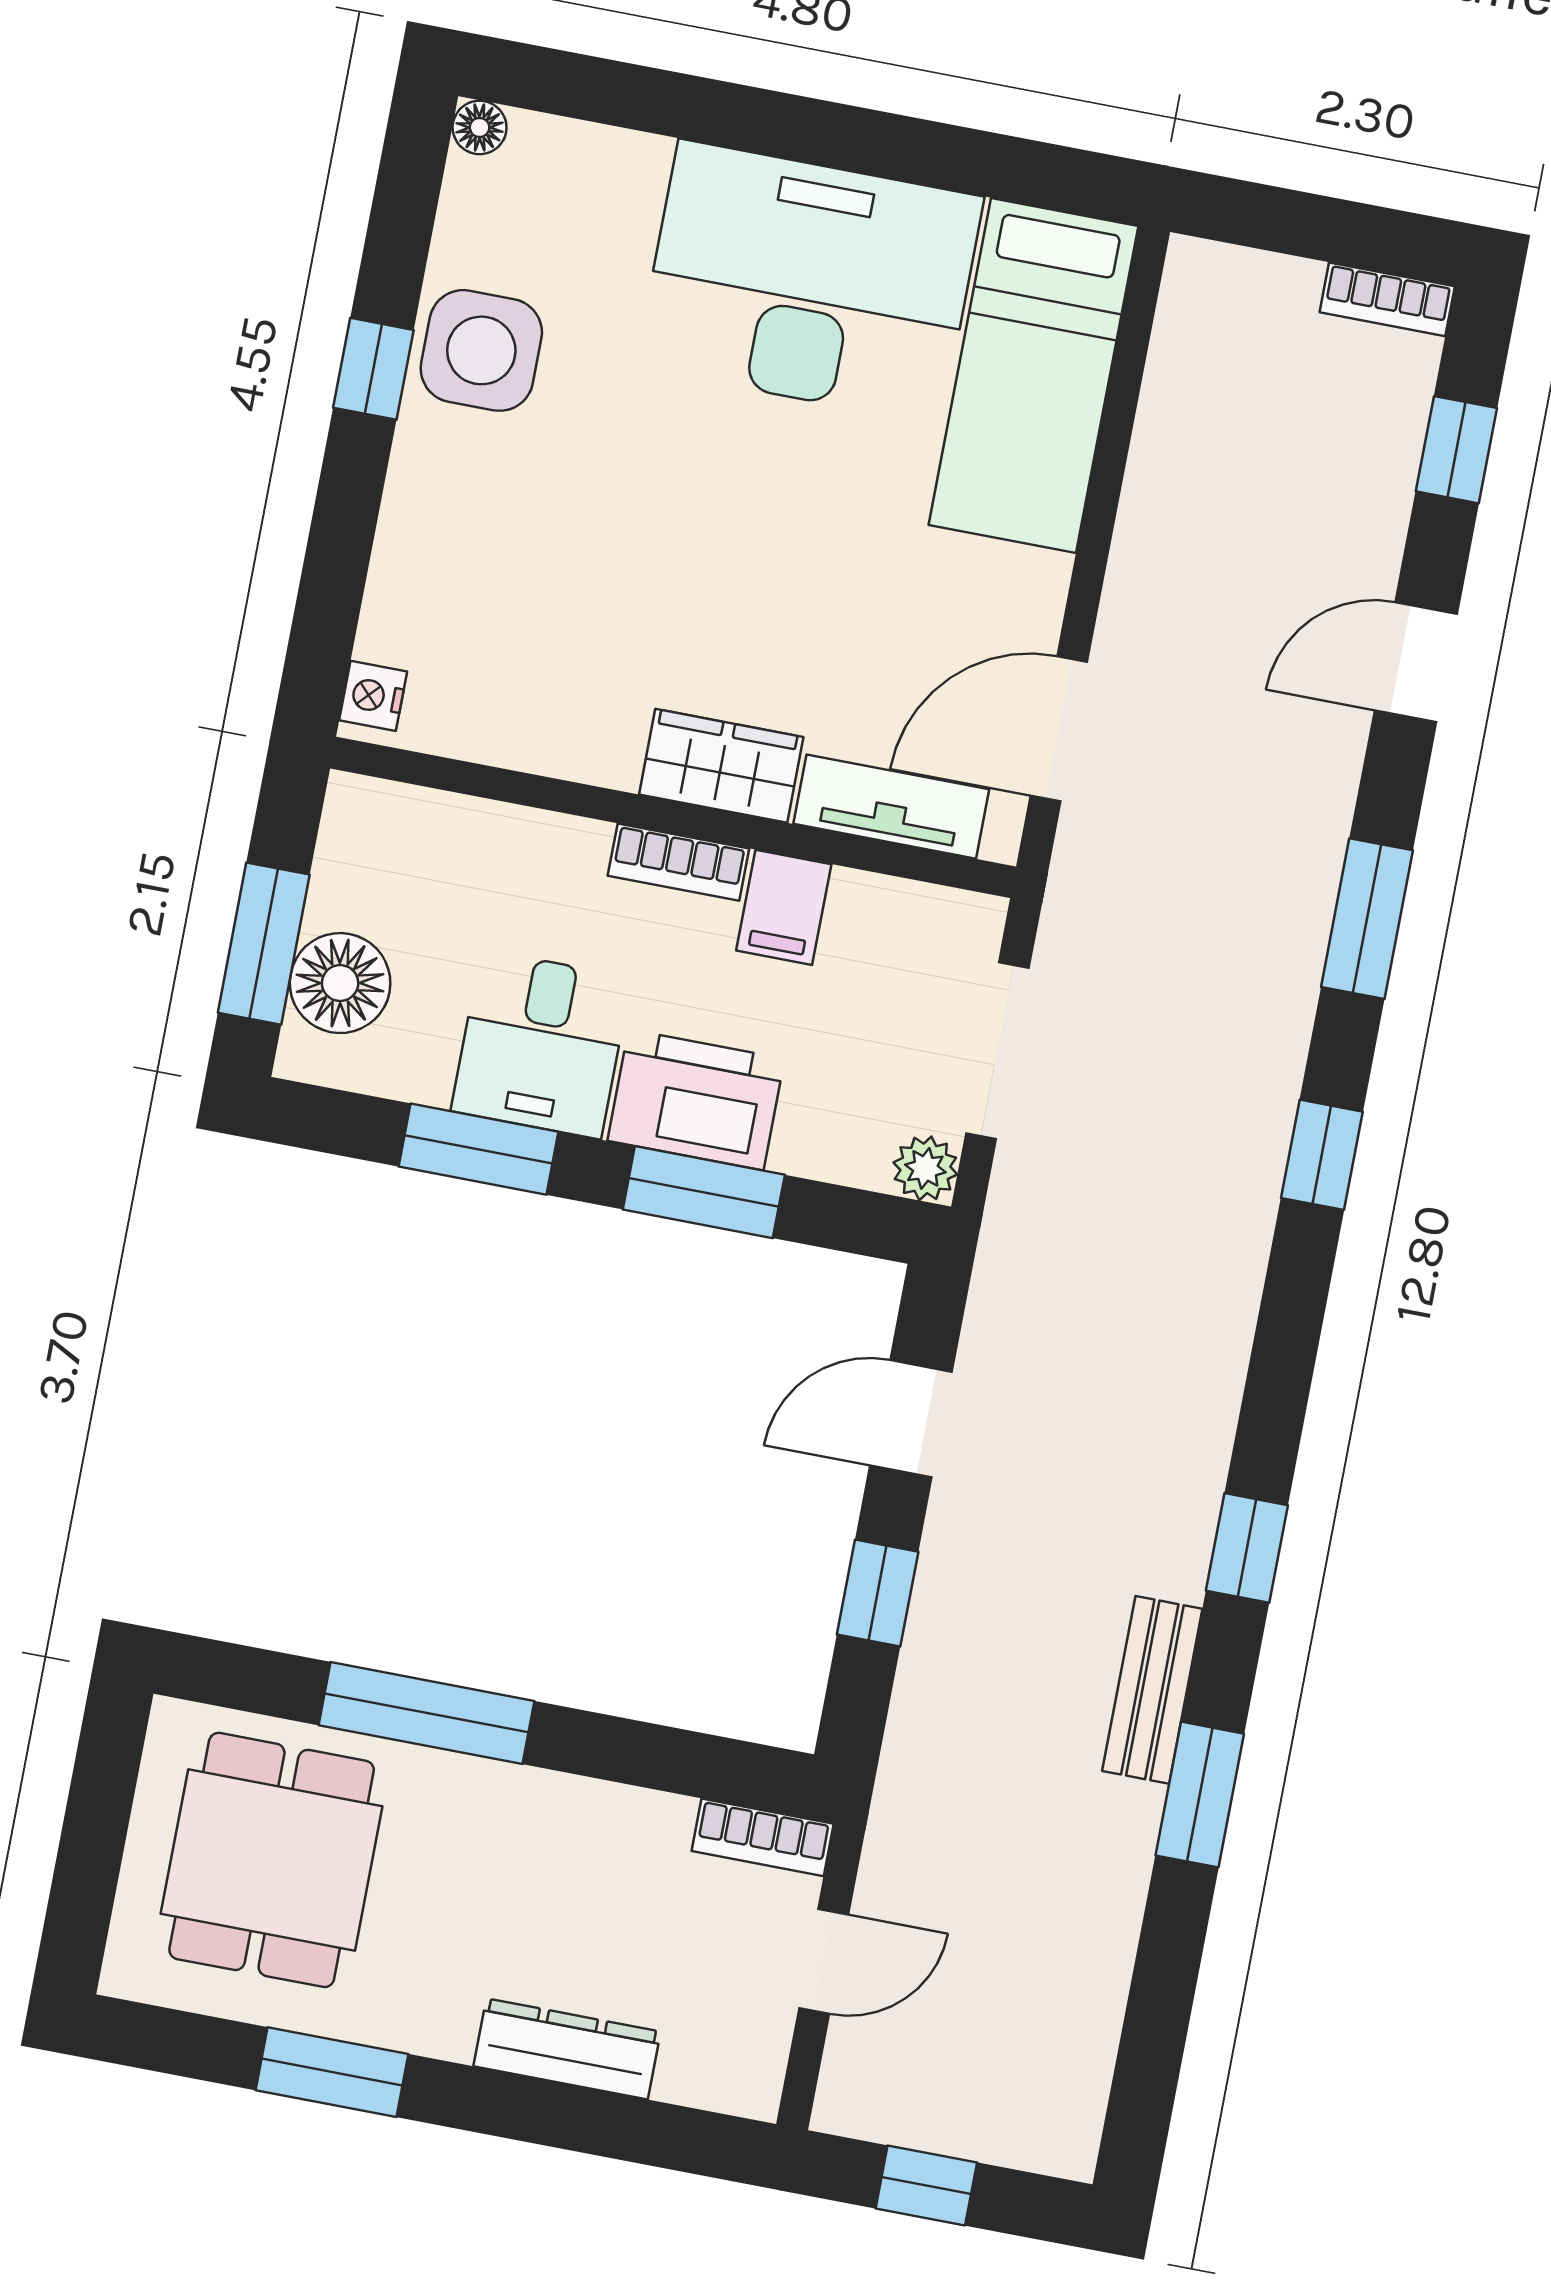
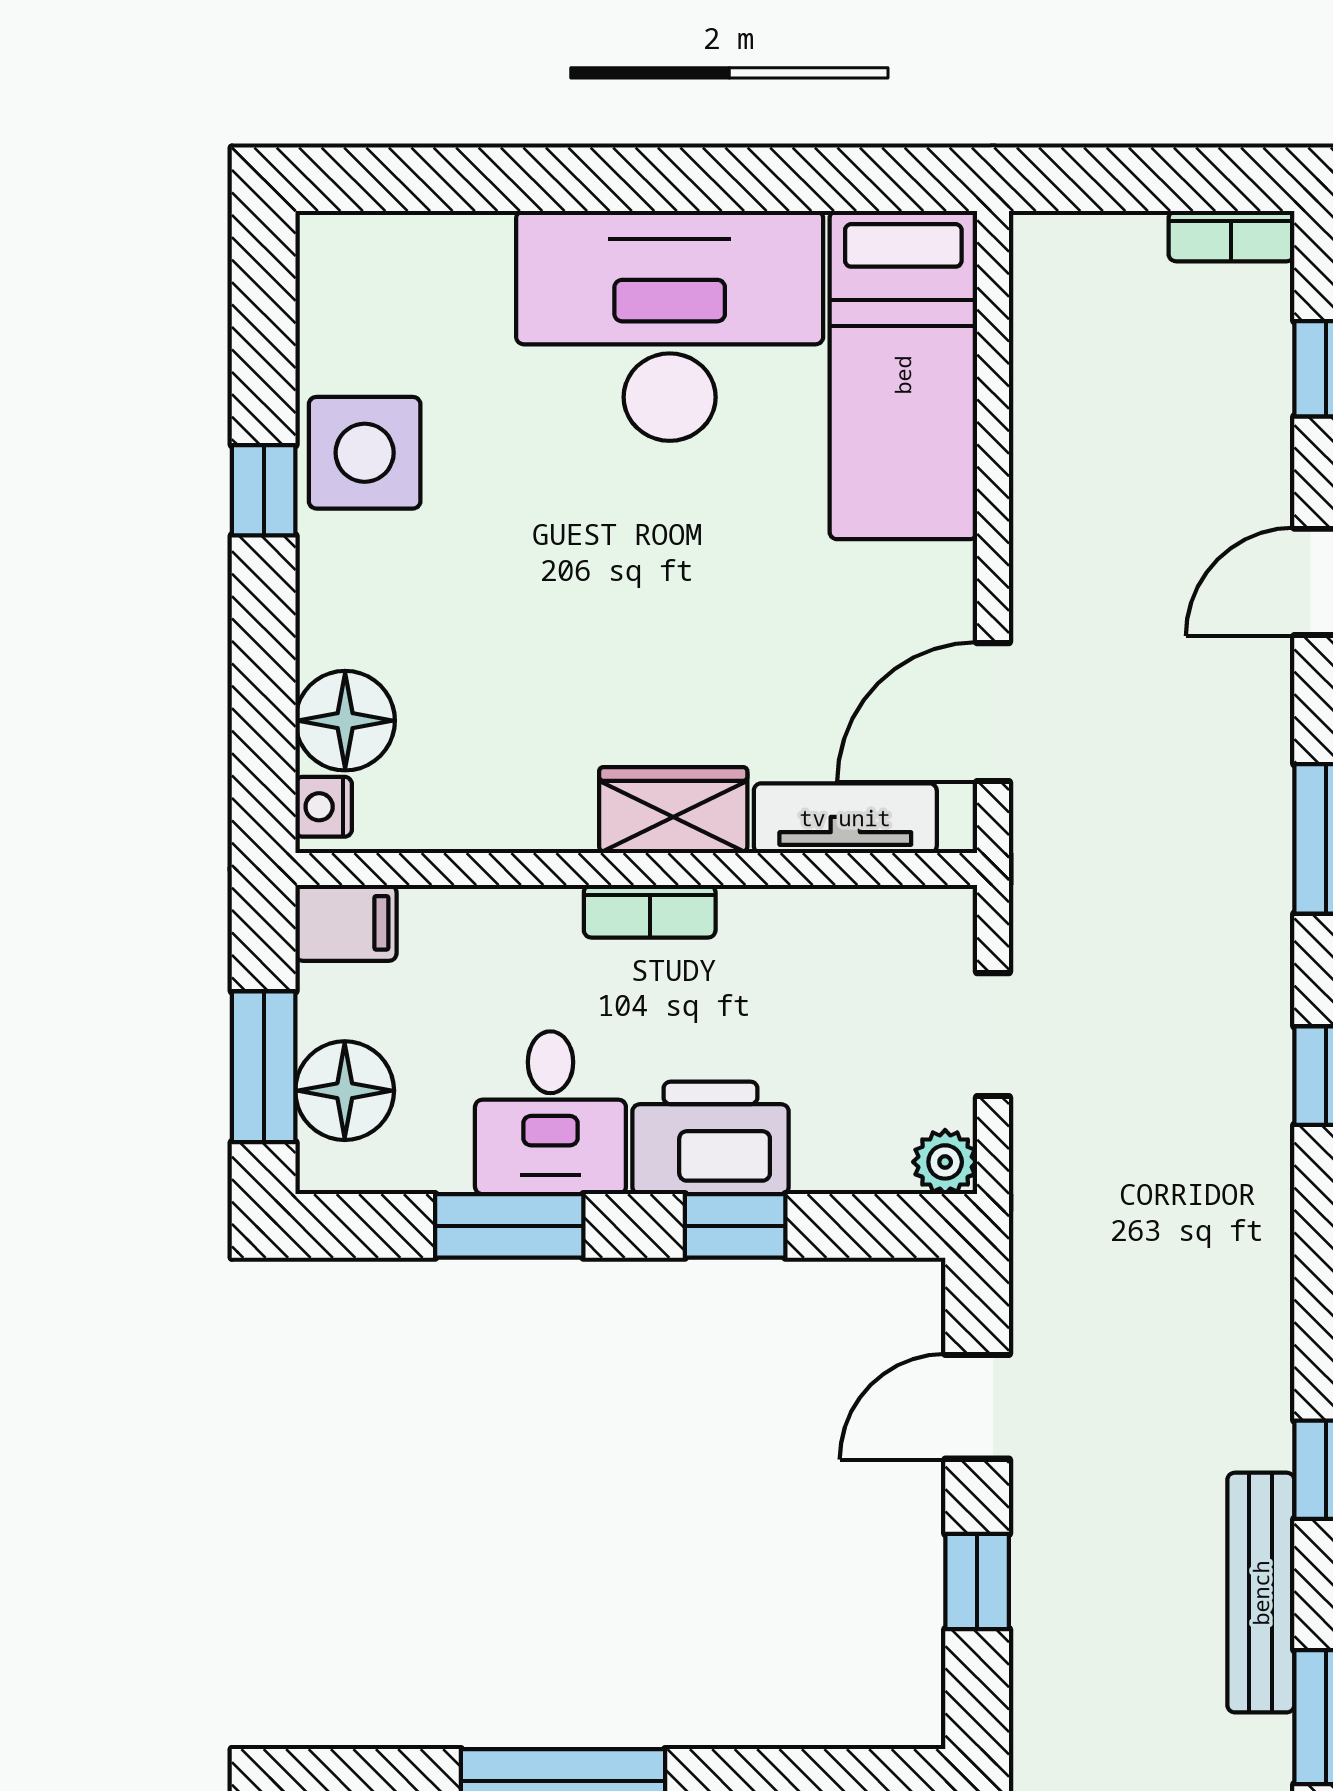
floor lamp: (480, 127) -> (345, 721), moved, width x1.89, depth x1.89
filing cabinet: (784, 907) -> (346, 923), moved, turned -90
doorway: (997, 1050) -> (993, 1035), width x0.73
window: (704, 1192) -> (735, 1226), width x0.67
bench: (1152, 1690) -> (1261, 1593), width x1.36

